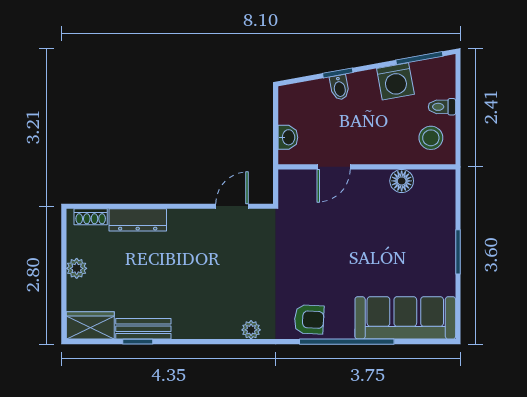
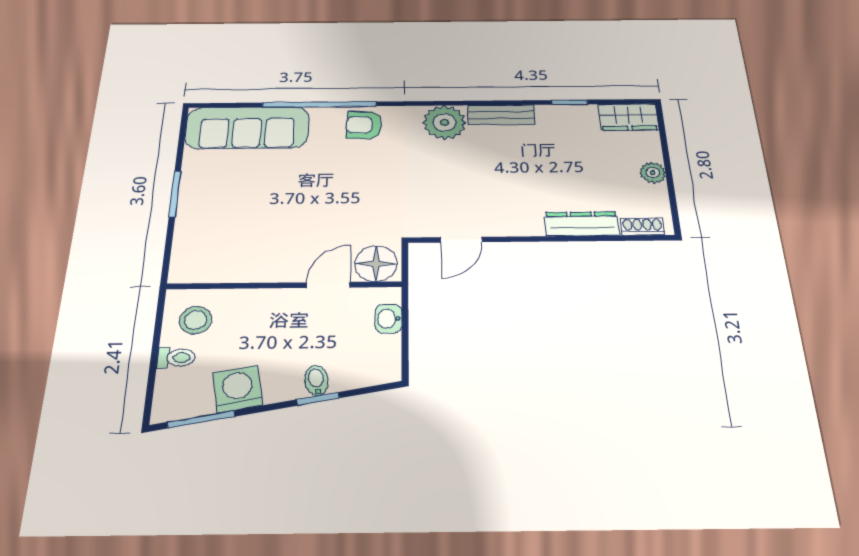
floor lamp: (402, 181) -> (376, 264), moved, width x1.38, depth x1.38
bench: (143, 329) -> (501, 115), moved
plant: (251, 330) -> (444, 122), width x1.88, depth x1.88

